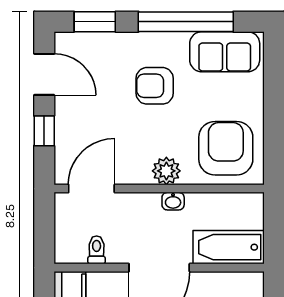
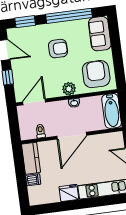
sofa: (225, 52) -> (100, 34), moved, turned 90
armchair: (155, 86) -> (58, 49), turned 180
bathtub: (229, 247) -> (112, 111), moved, turned -90

